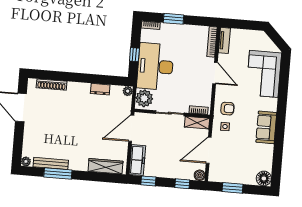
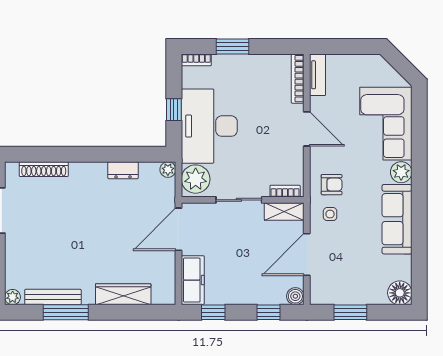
plant: (271, 104) -> (401, 172), added
sofa: (266, 127) -> (397, 219), width x1.36
wardrobe: (105, 166) -> (123, 294), moved

